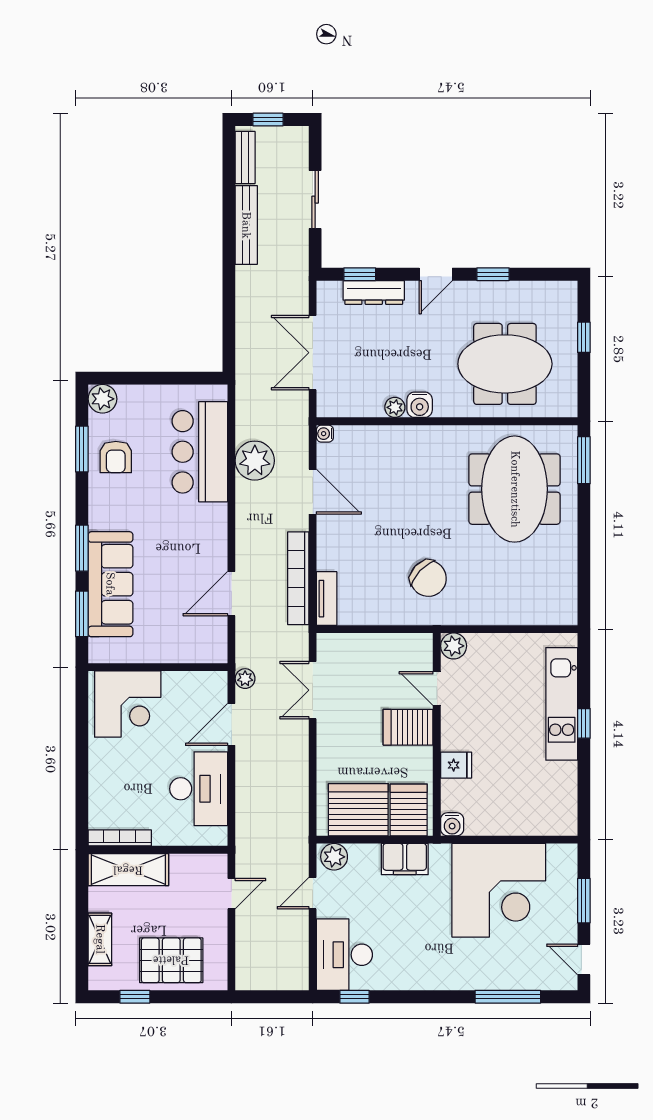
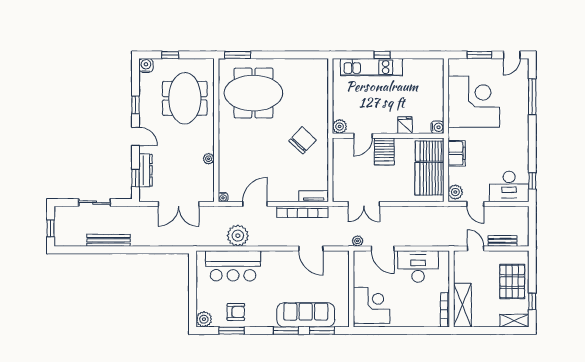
bench: (245, 157) -> (503, 241), moved
water cooler: (420, 405) -> (146, 65), moved, turned -90
shelving: (100, 939) -> (514, 321), moved

